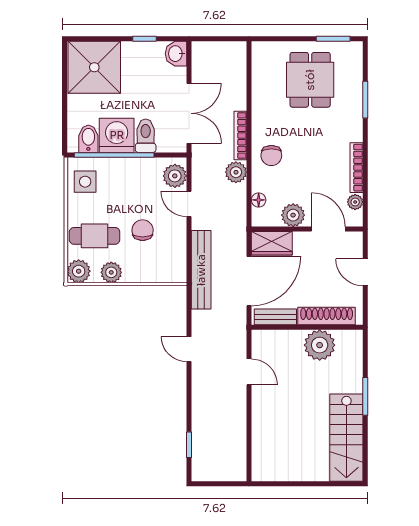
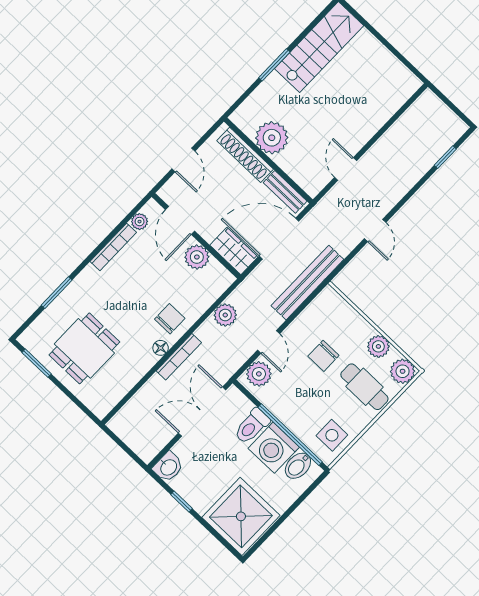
plant: (236, 172) -> (225, 315), moved
floor lamp: (259, 200) -> (161, 348), moved

